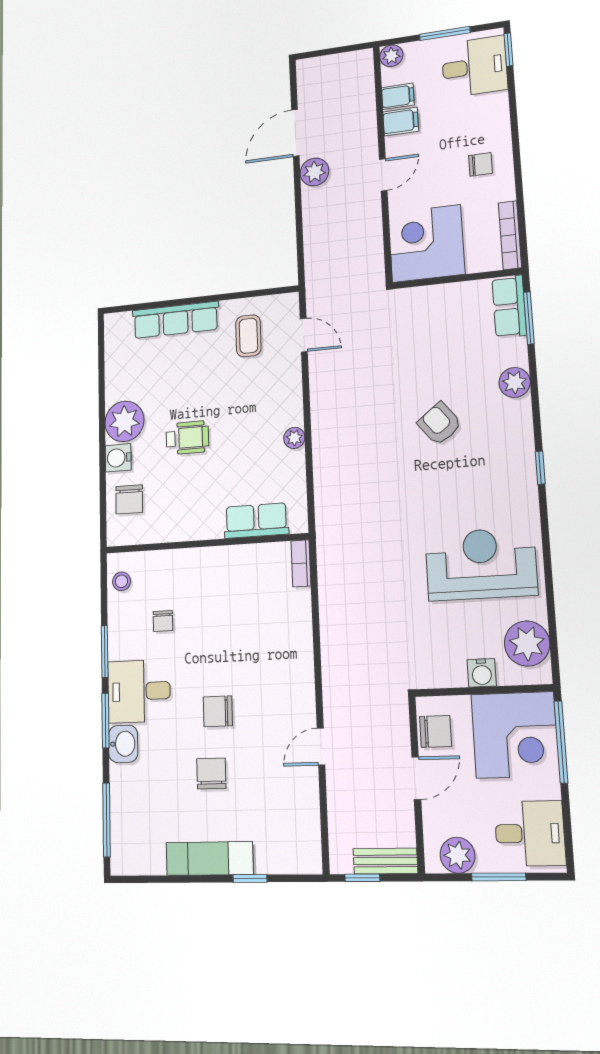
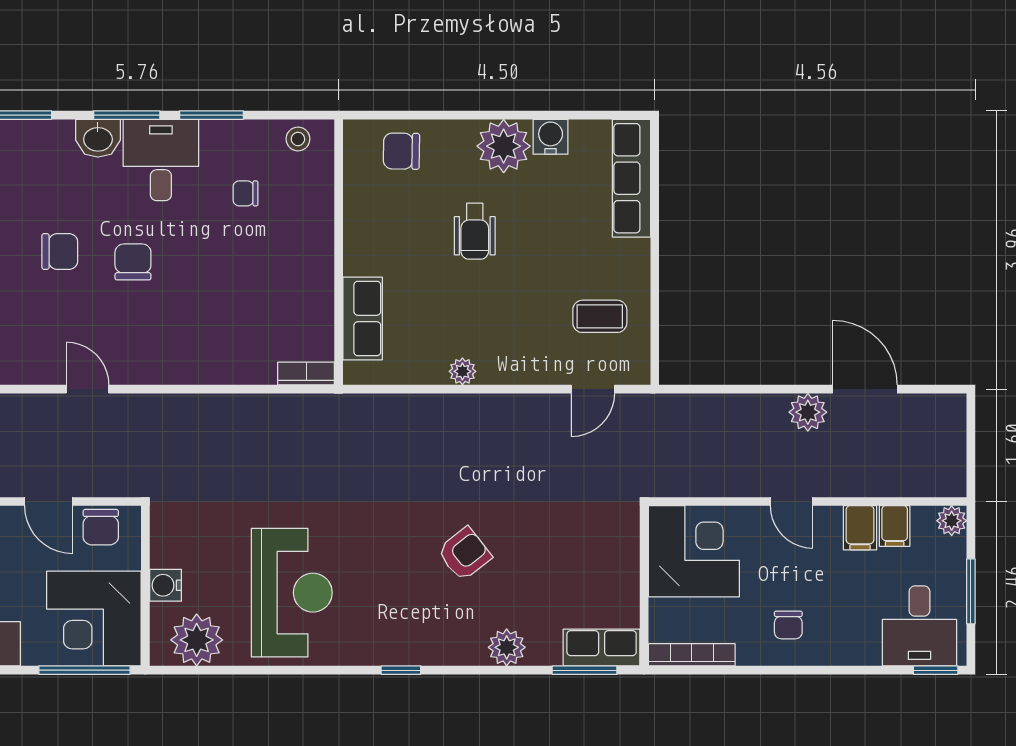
row of seats: (176, 320) -> (631, 178), moved
water cooler: (118, 458) -> (551, 137), moved

